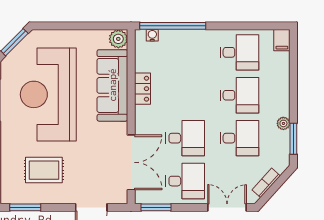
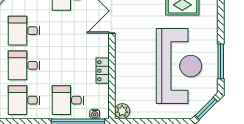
sofa: (112, 85) -> (127, 73), removed
desk: (185, 138) -> (68, 100), moved

